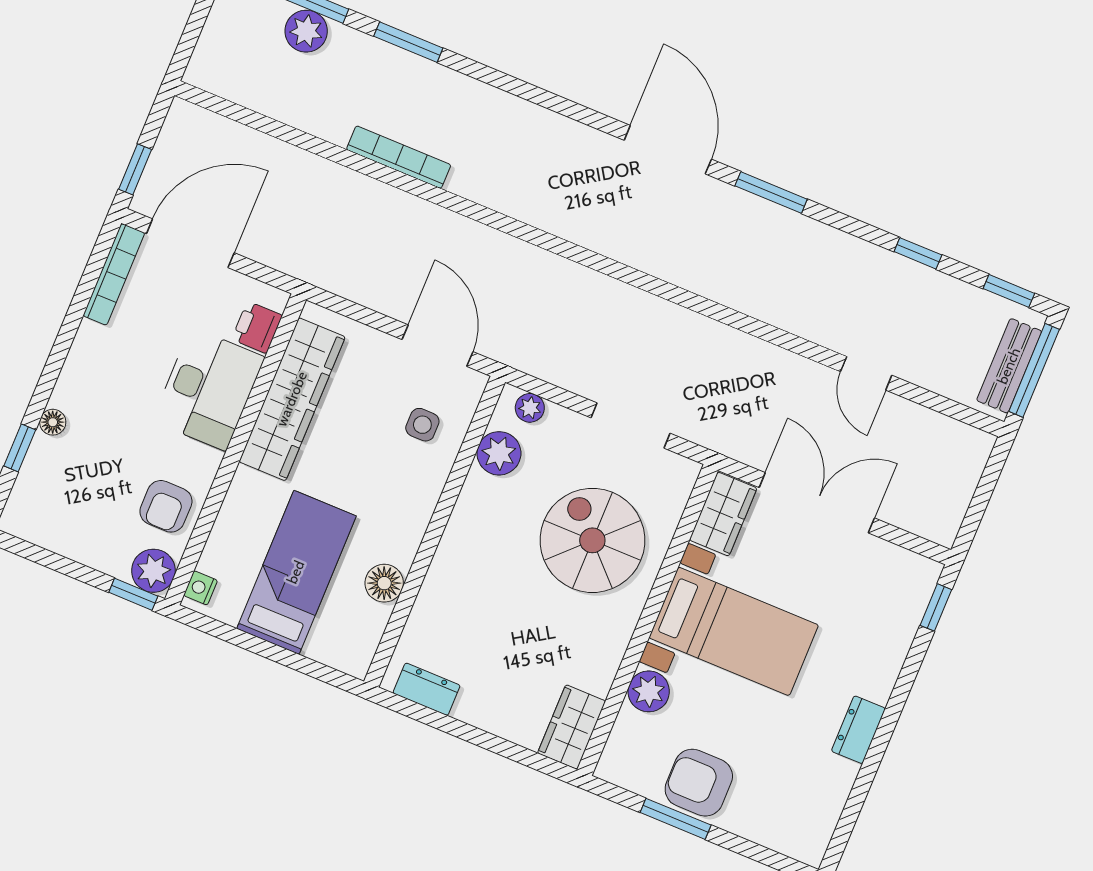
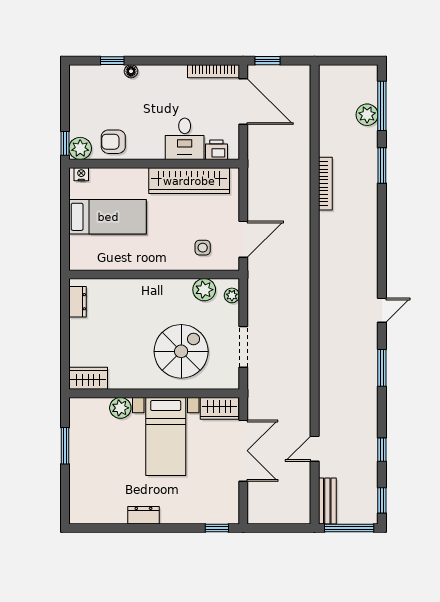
door: (668, 150) -> (382, 310), width x0.53
bench: (1009, 366) -> (327, 501), moved, turned 90
desk: (208, 389) -> (185, 139), width x0.73
floor lamp: (384, 583) -> (120, 261), removed
armchair: (699, 783) -> (87, 450), removed

